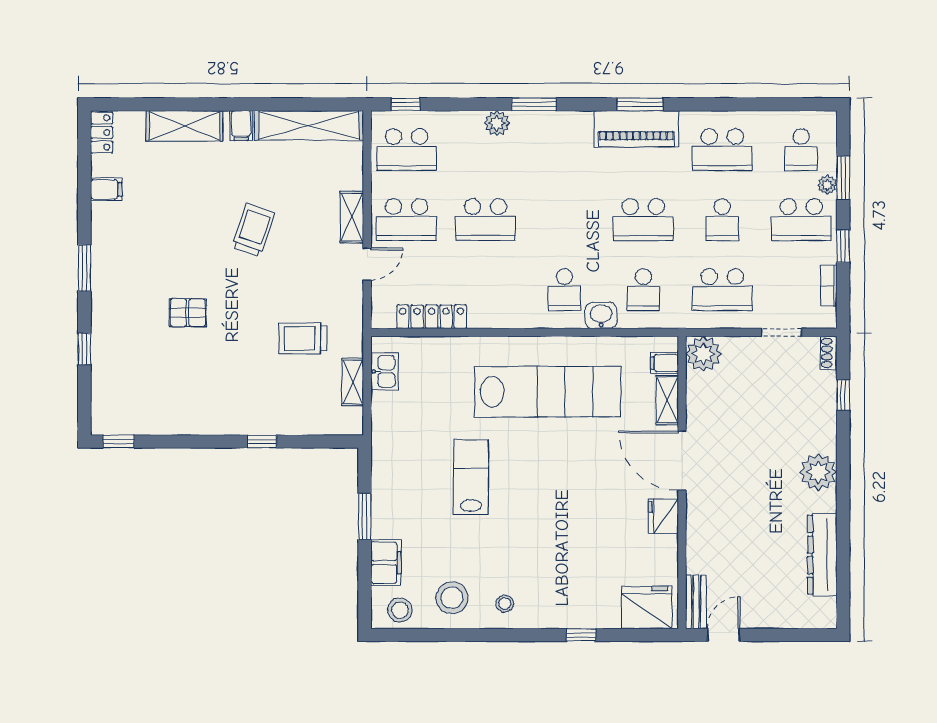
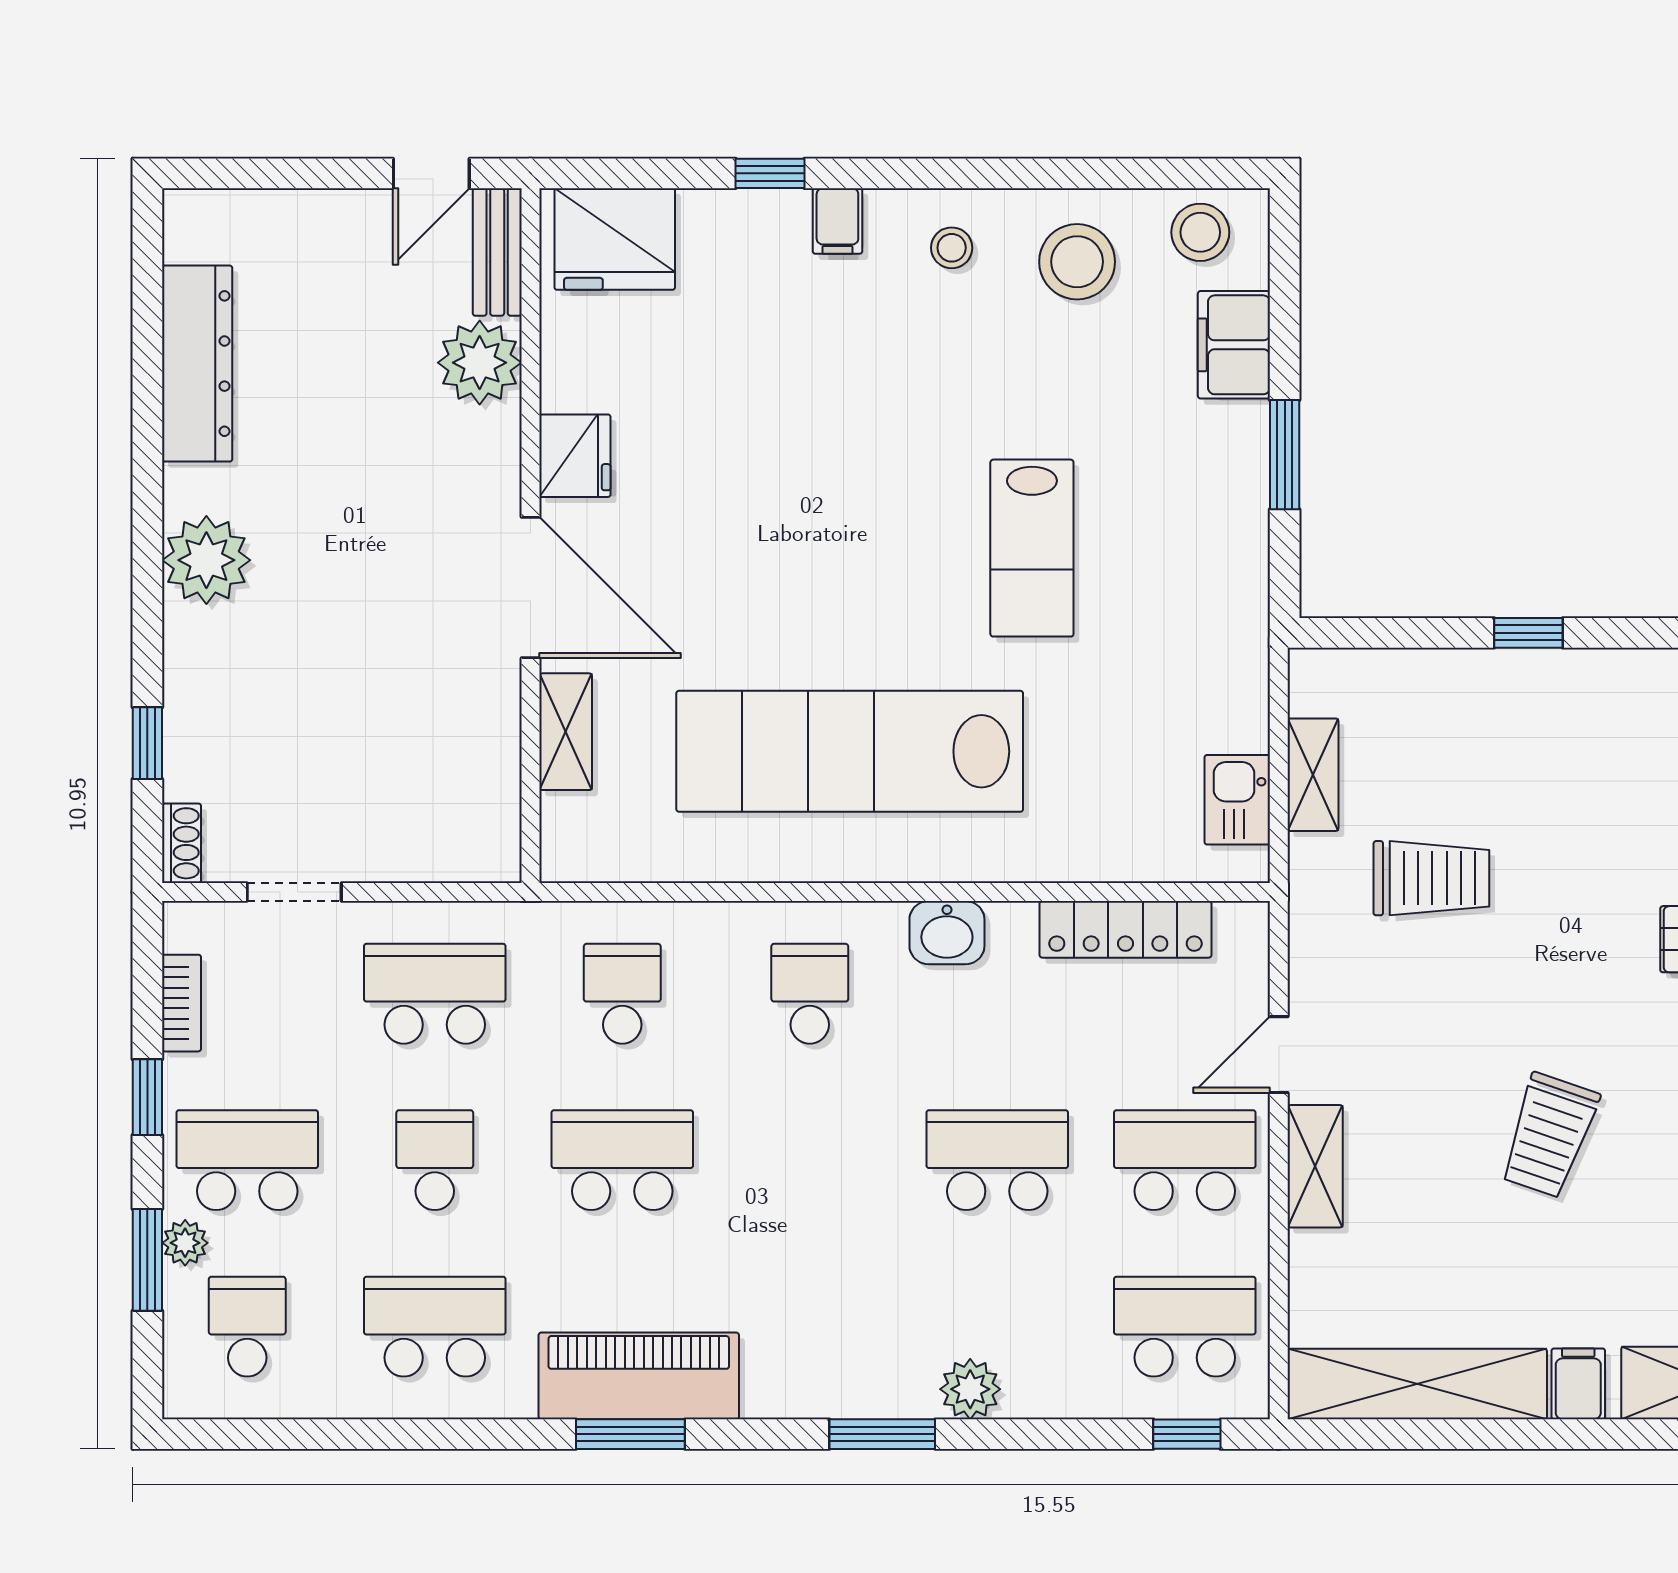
washbasin: (601, 315) -> (947, 933), moved
plant: (703, 354) -> (480, 363), moved
filing cabinet: (664, 363) -> (837, 221), moved, turned 90

